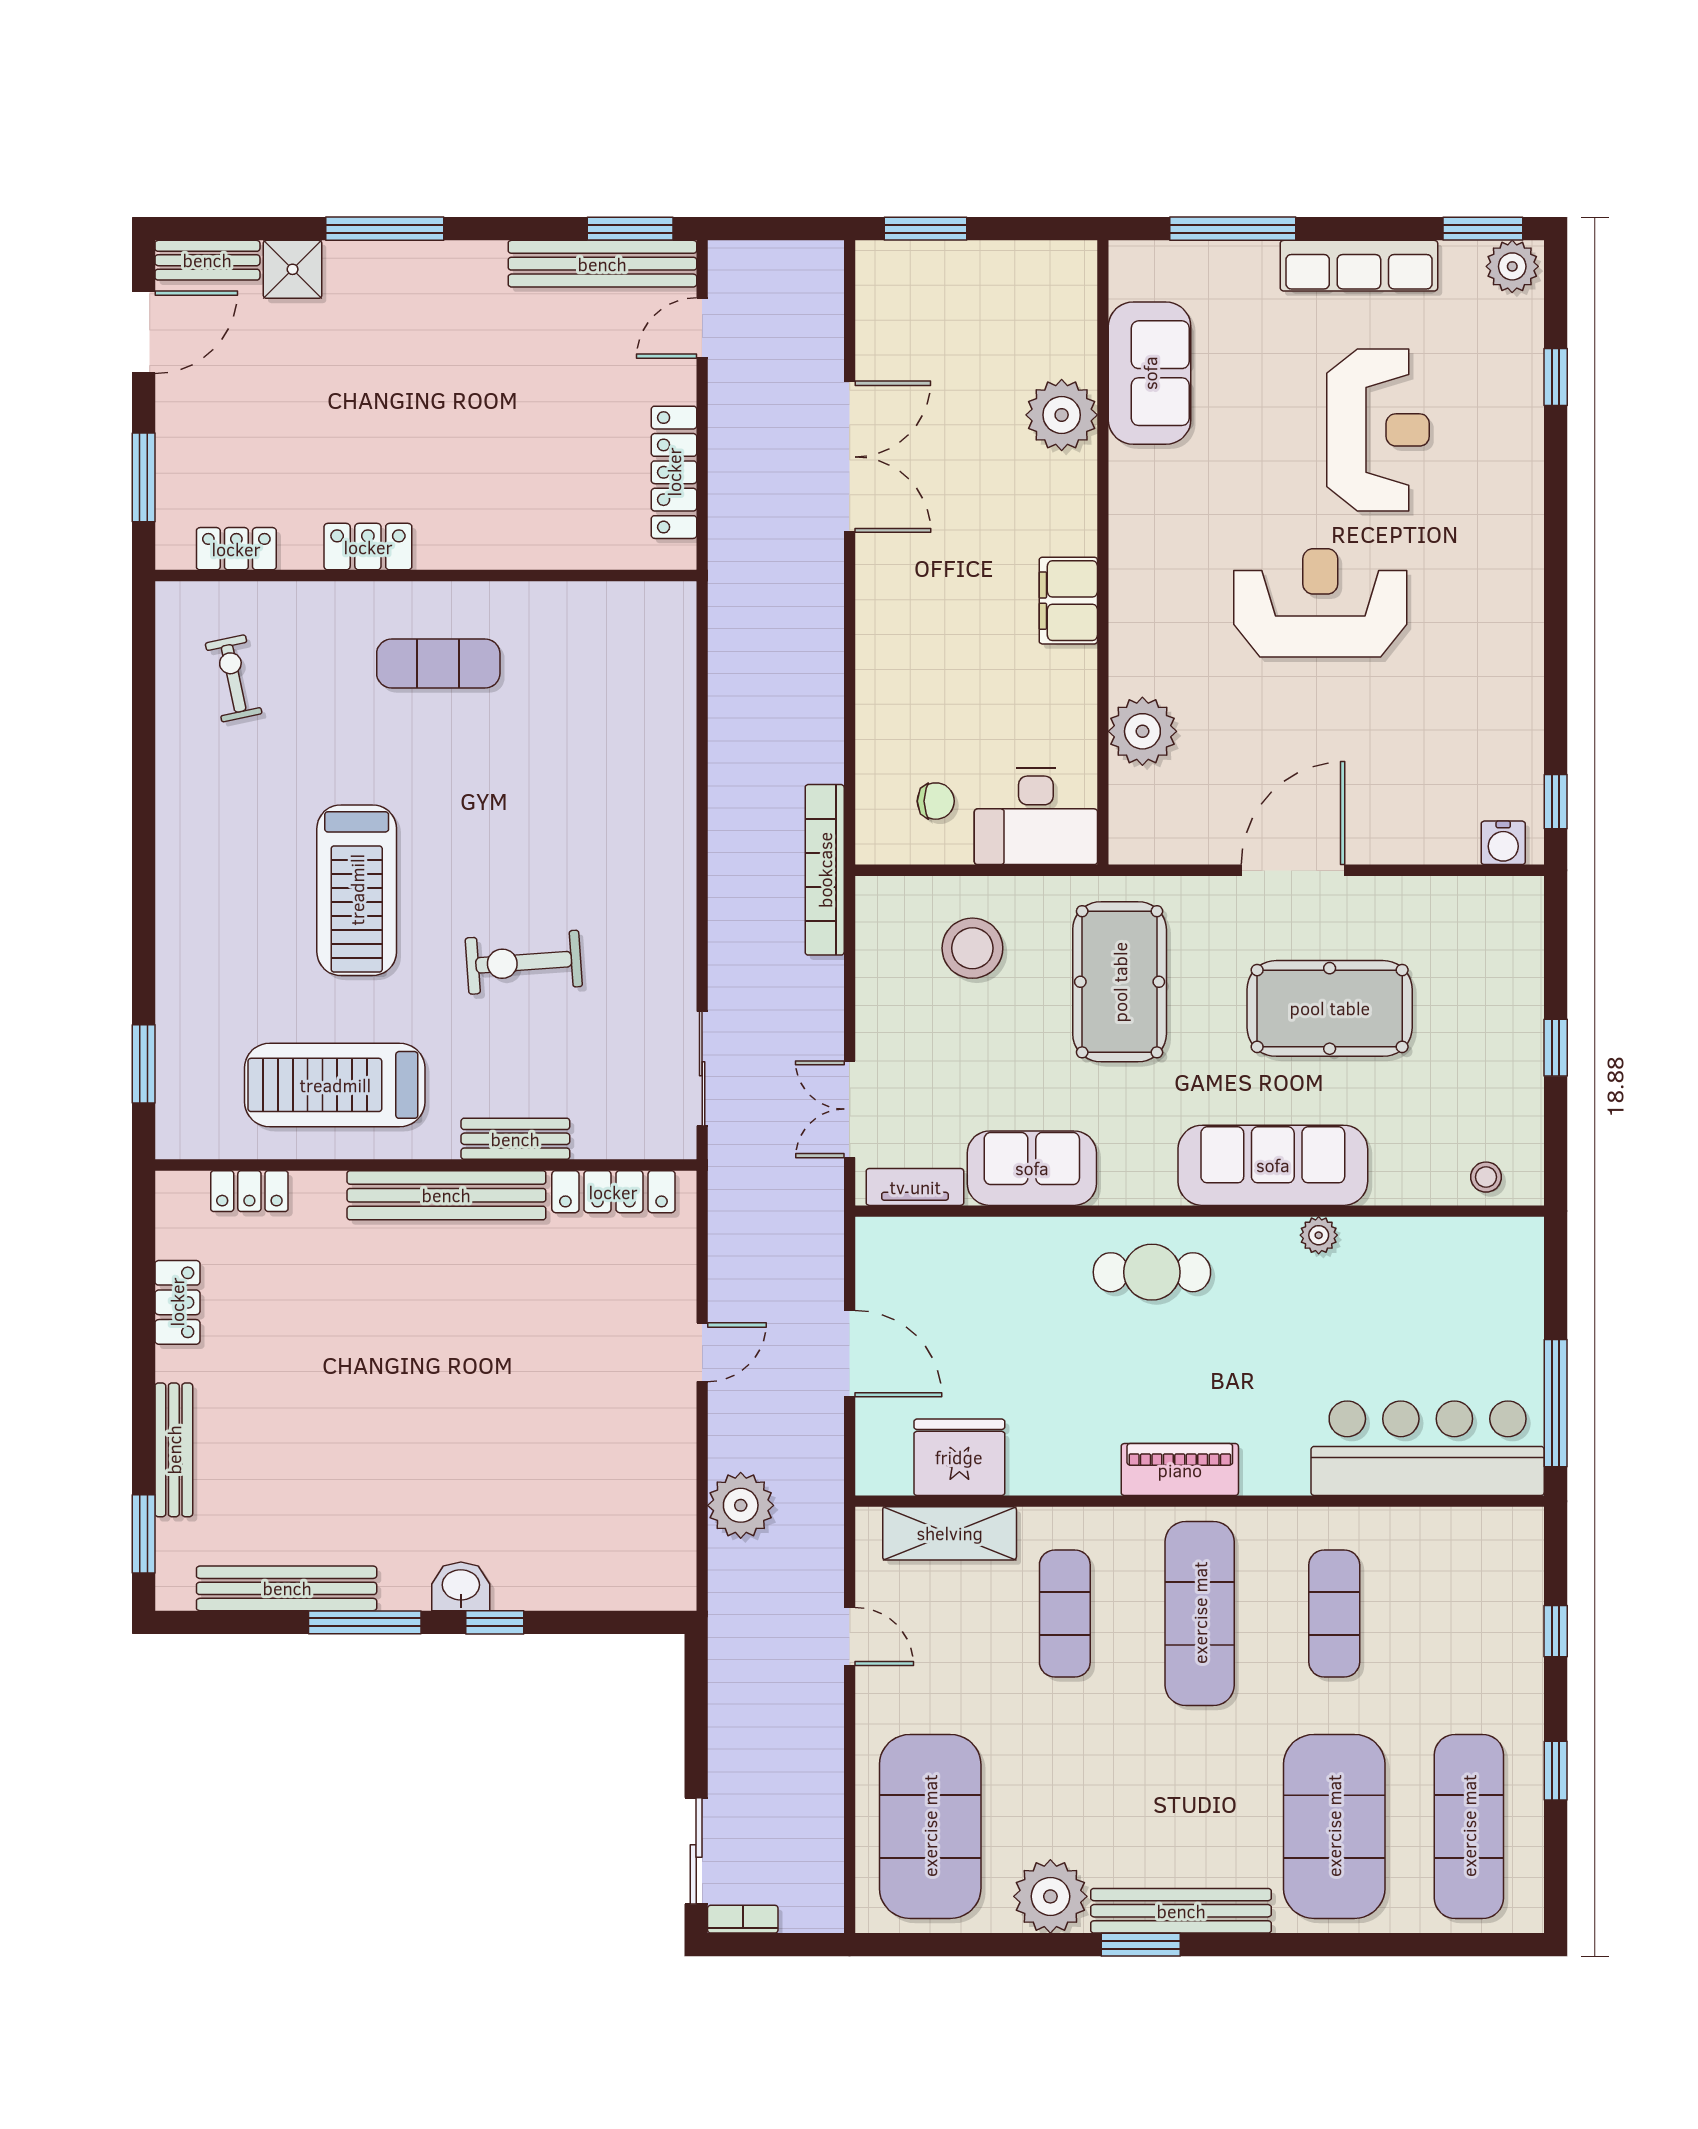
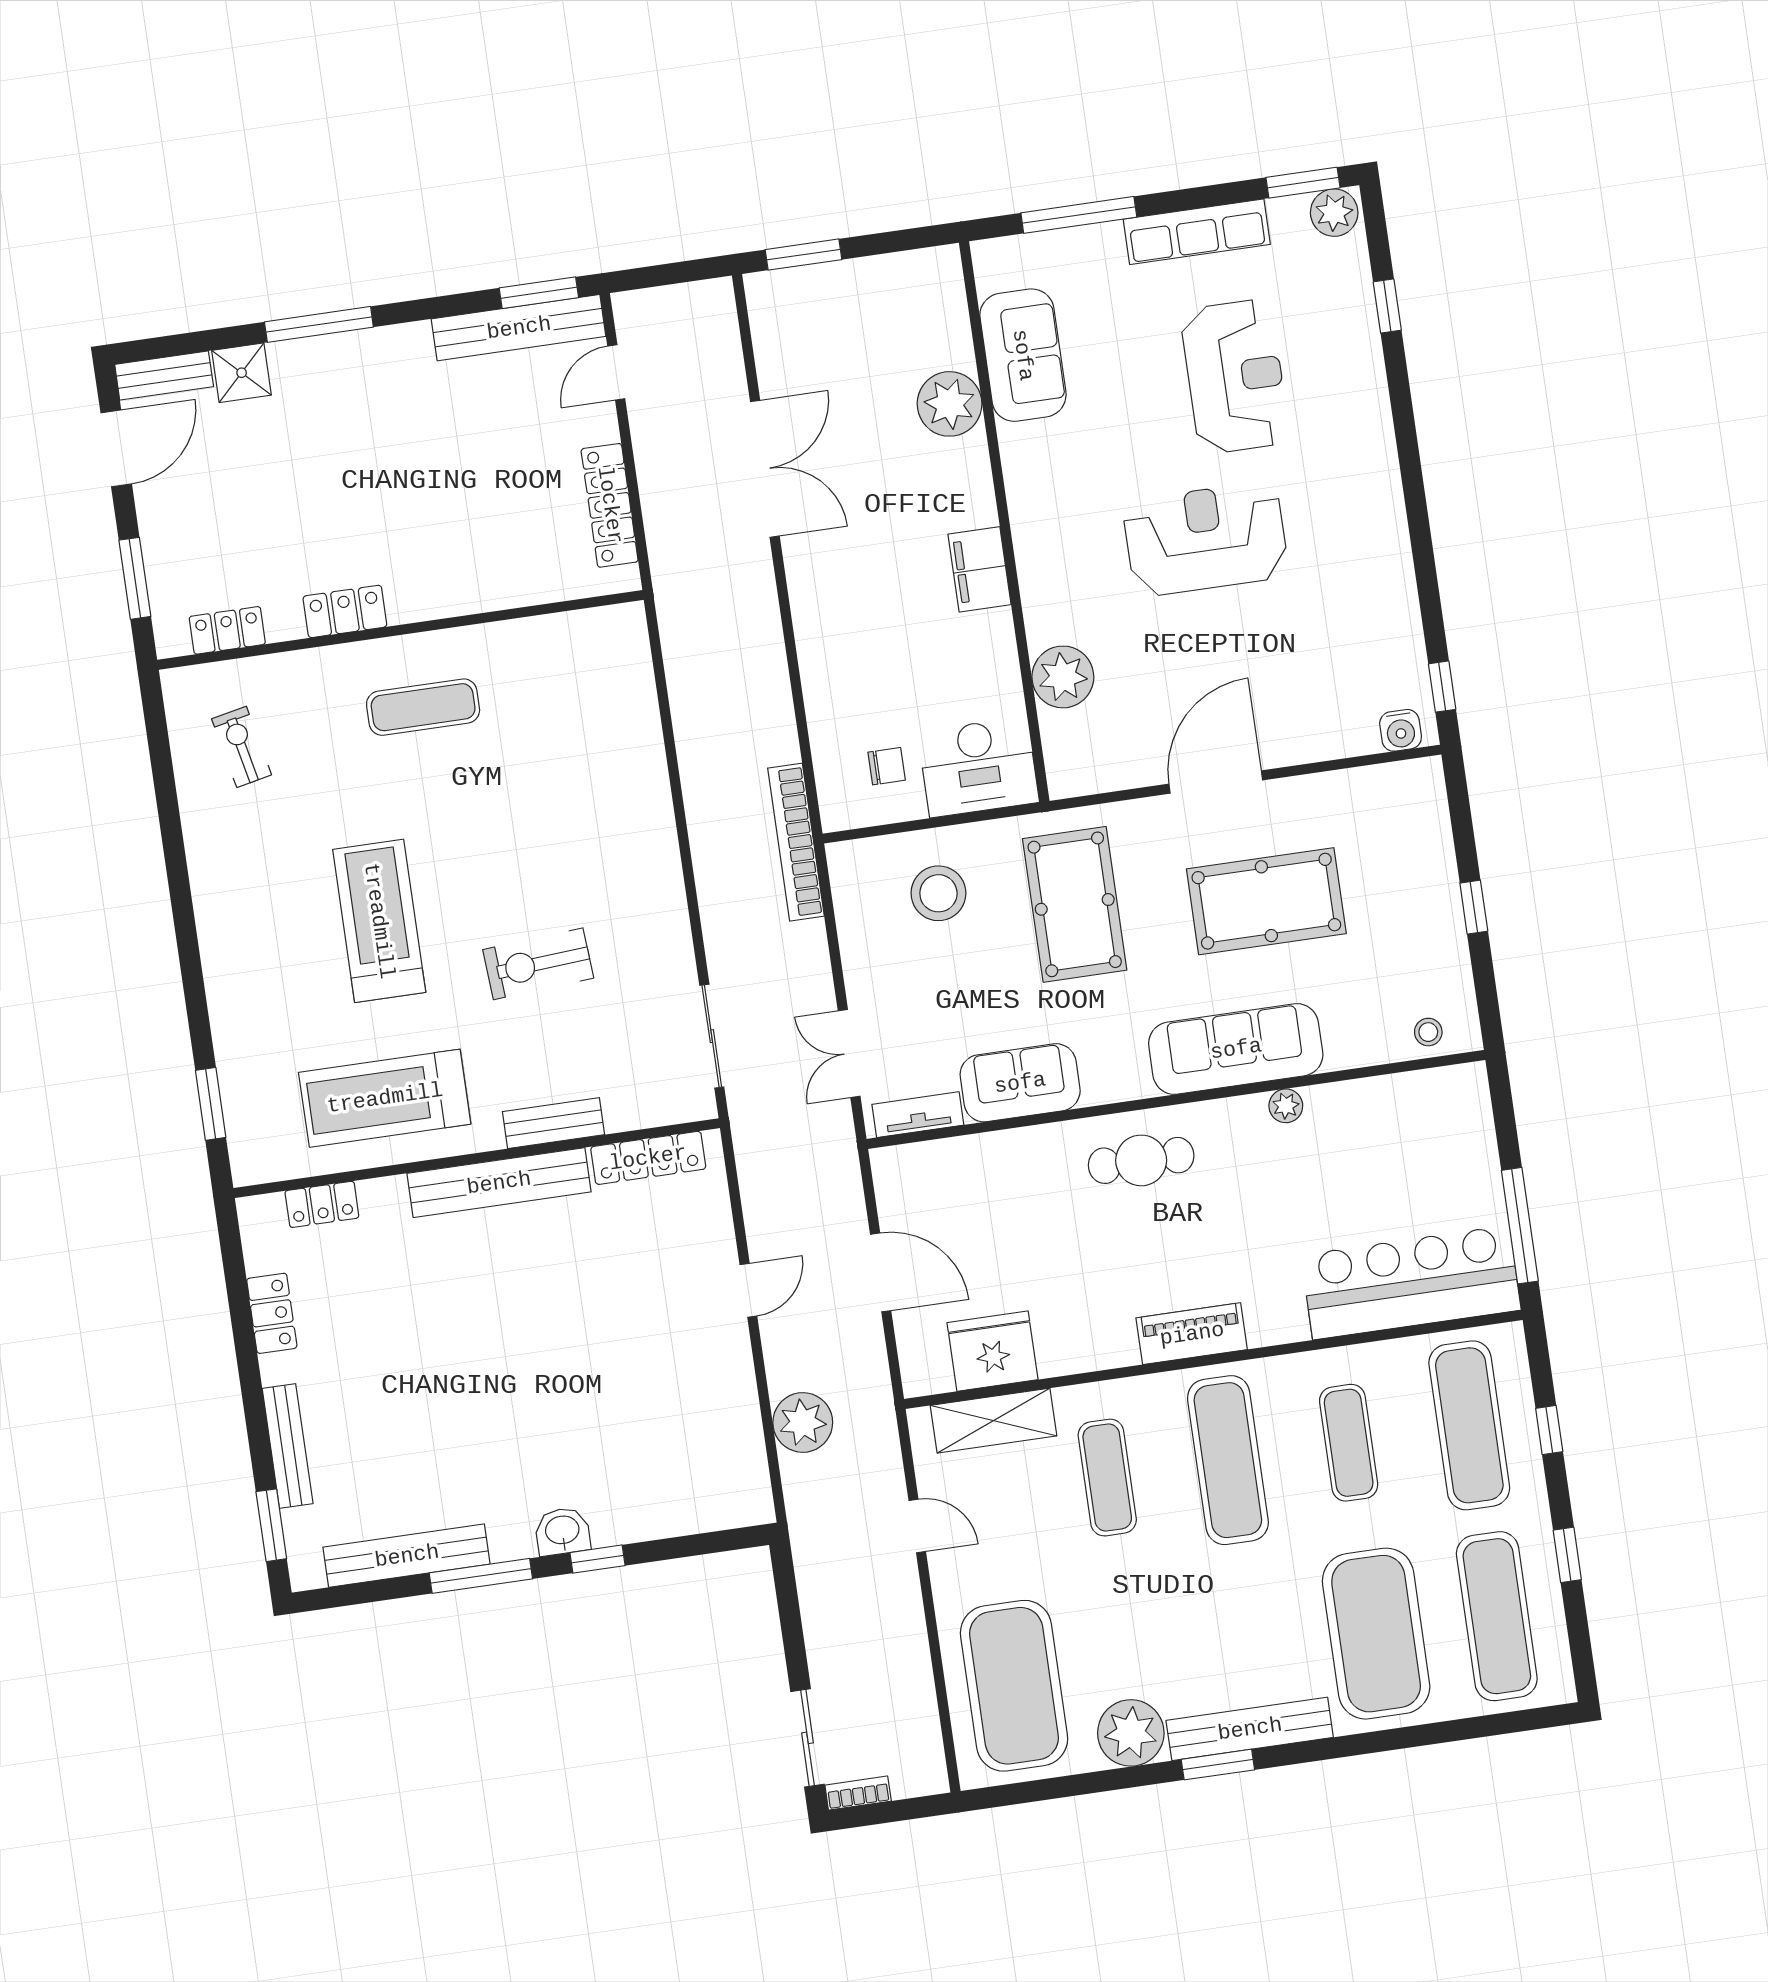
treadmill: (357, 890) -> (379, 921), turned 180
exercise mat: (1469, 1613) -> (1469, 1425), added

